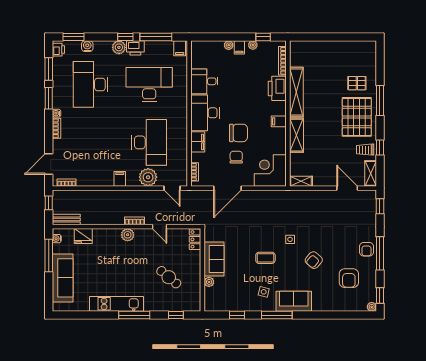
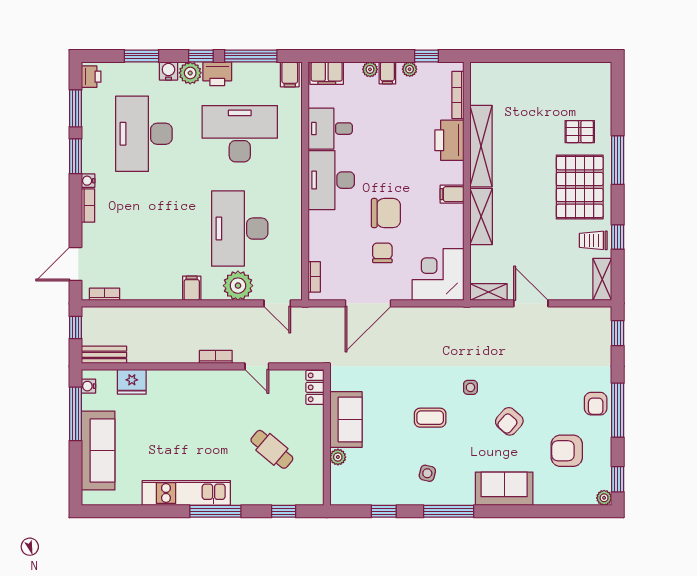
window: (73, 37) -> (141, 56), moved
water cooler: (87, 46) -> (168, 71), moved
desk: (149, 142) -> (240, 229), turned 180
filing cabinet: (198, 142) -> (327, 73), moved, turned 90
door: (347, 188) -> (531, 303), moved
plant: (128, 235) -> (204, 380), removed
armchair: (349, 278) -> (567, 451), turned 90
sofa: (294, 301) -> (504, 489), moved

